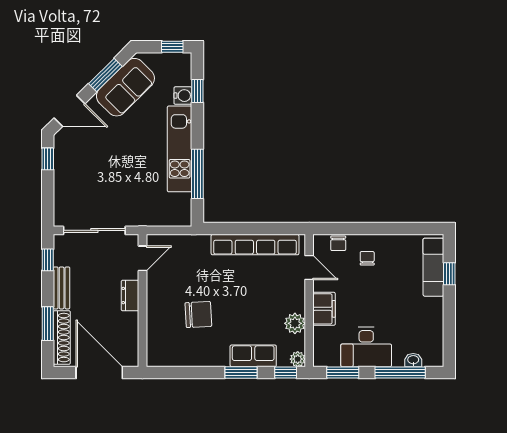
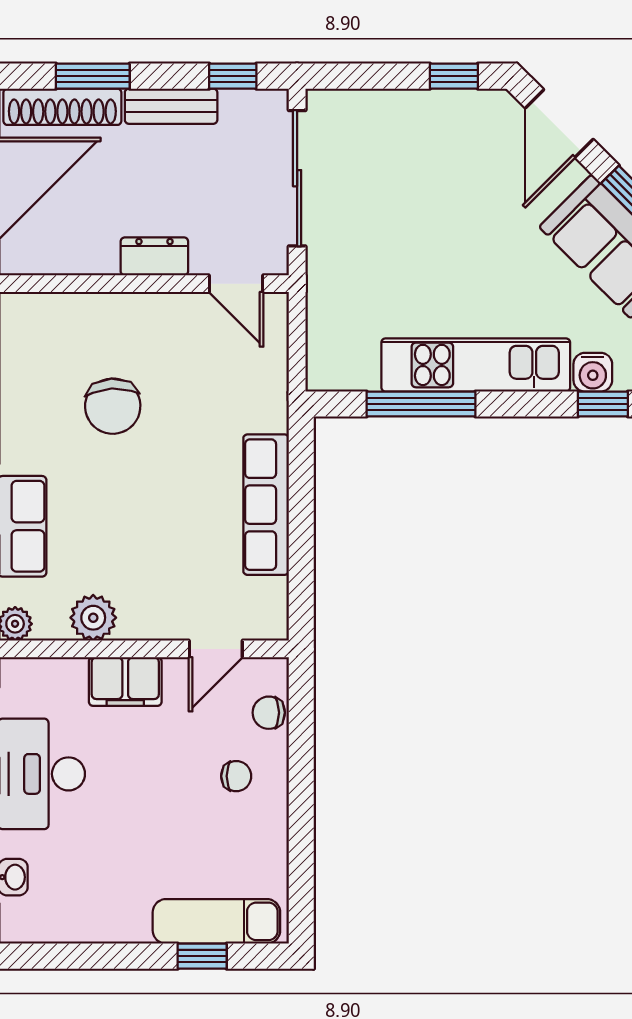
row of seats: (255, 245) -> (266, 505), width x0.73

